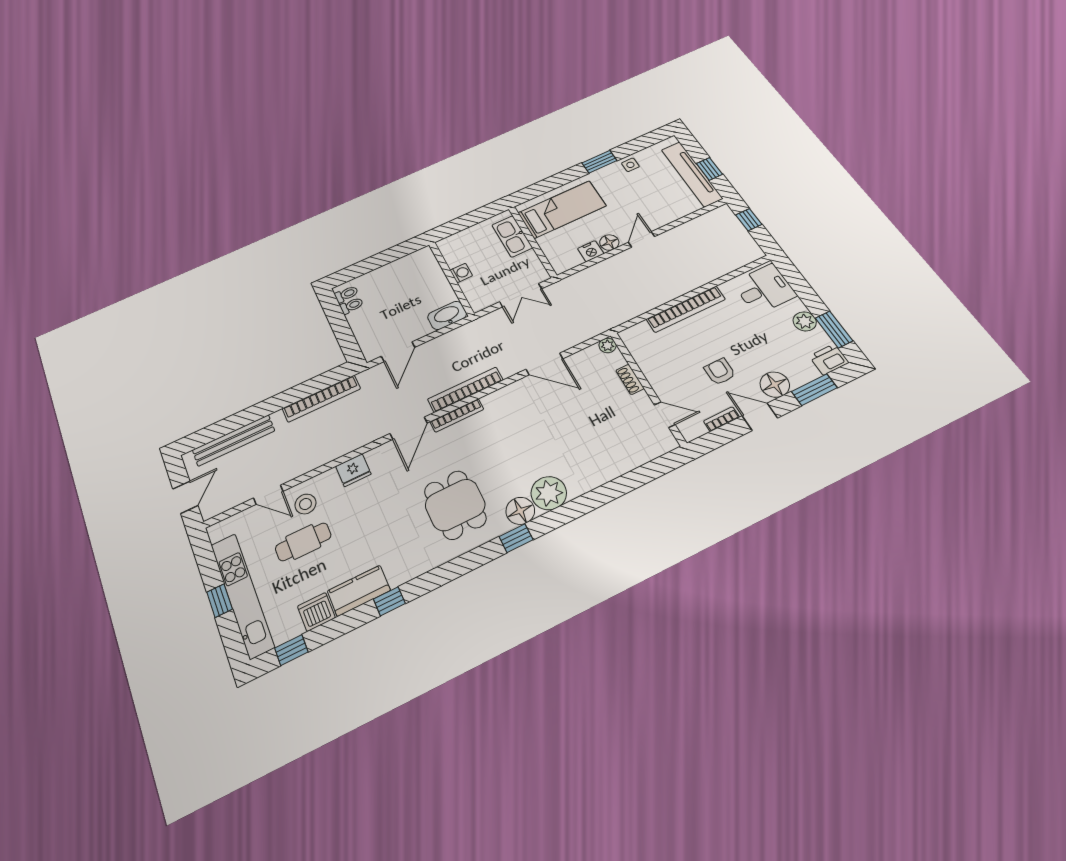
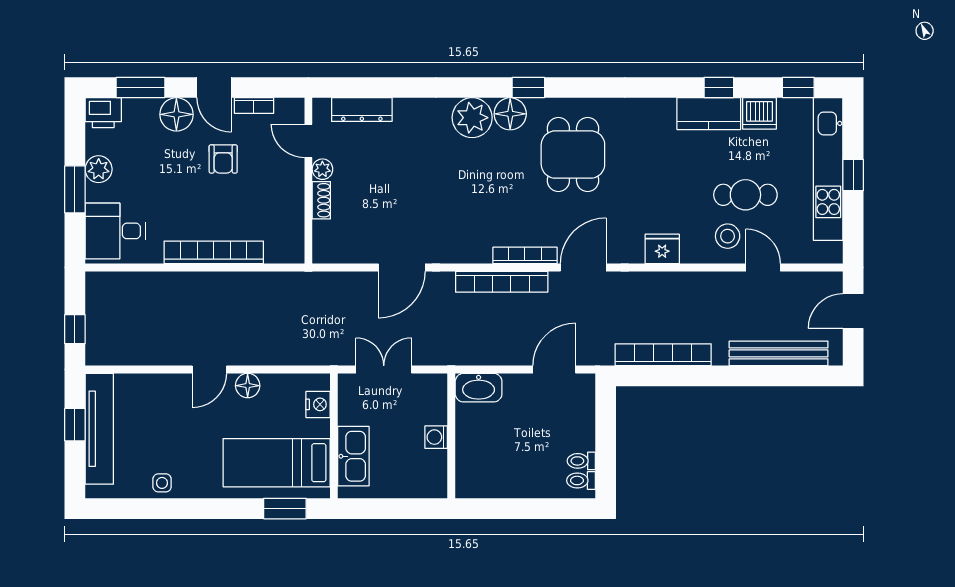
window: (599, 162) -> (285, 509), moved
nightstand: (591, 251) -> (318, 404), moved, turned 90
window: (834, 329) -> (75, 189), moved
plant: (608, 346) -> (322, 169), moved
door: (544, 364) -> (402, 267), swing flipped
dresser: (638, 457) -> (362, 110), added
window: (389, 601) -> (719, 88), moved

